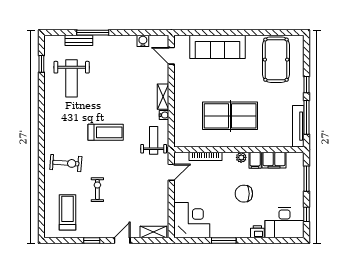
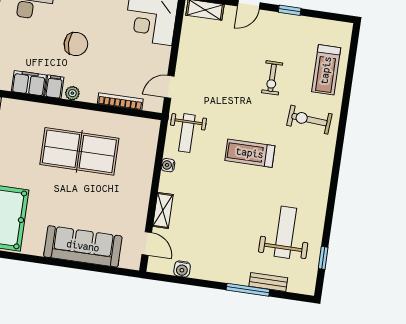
shelving: (163, 97) -> (163, 210), moved
treadmill: (67, 212) -> (326, 70), moved

